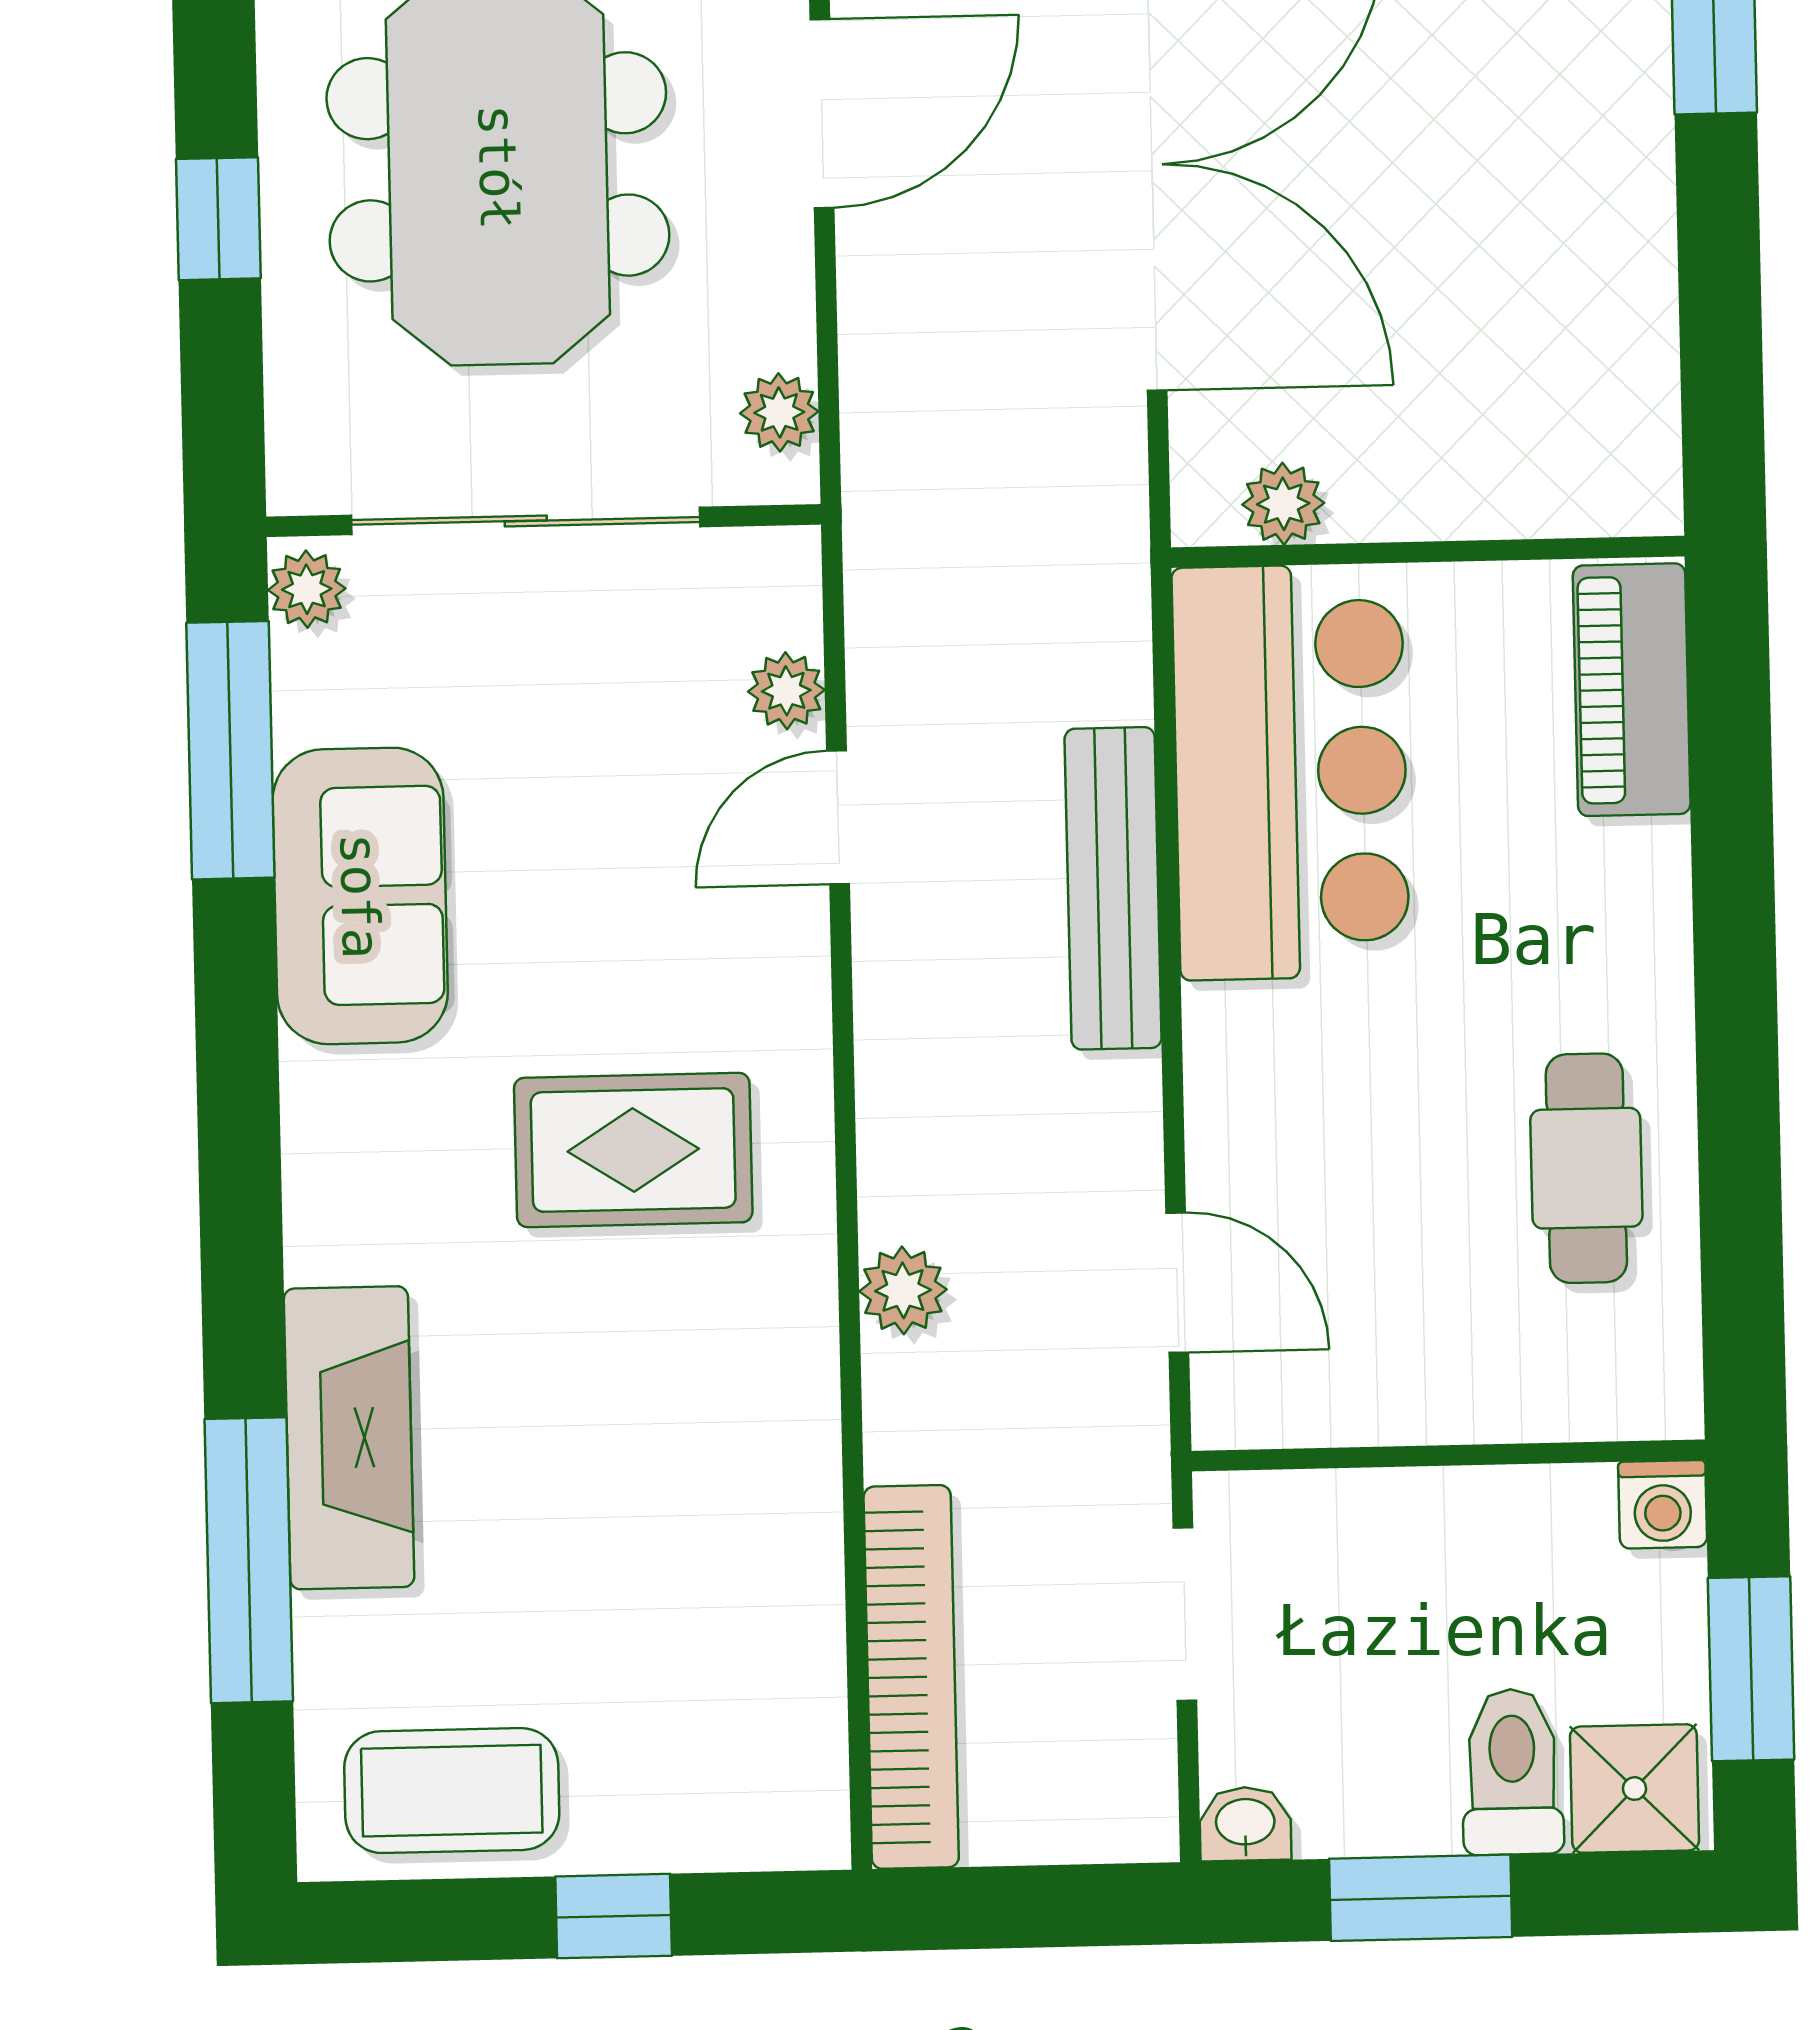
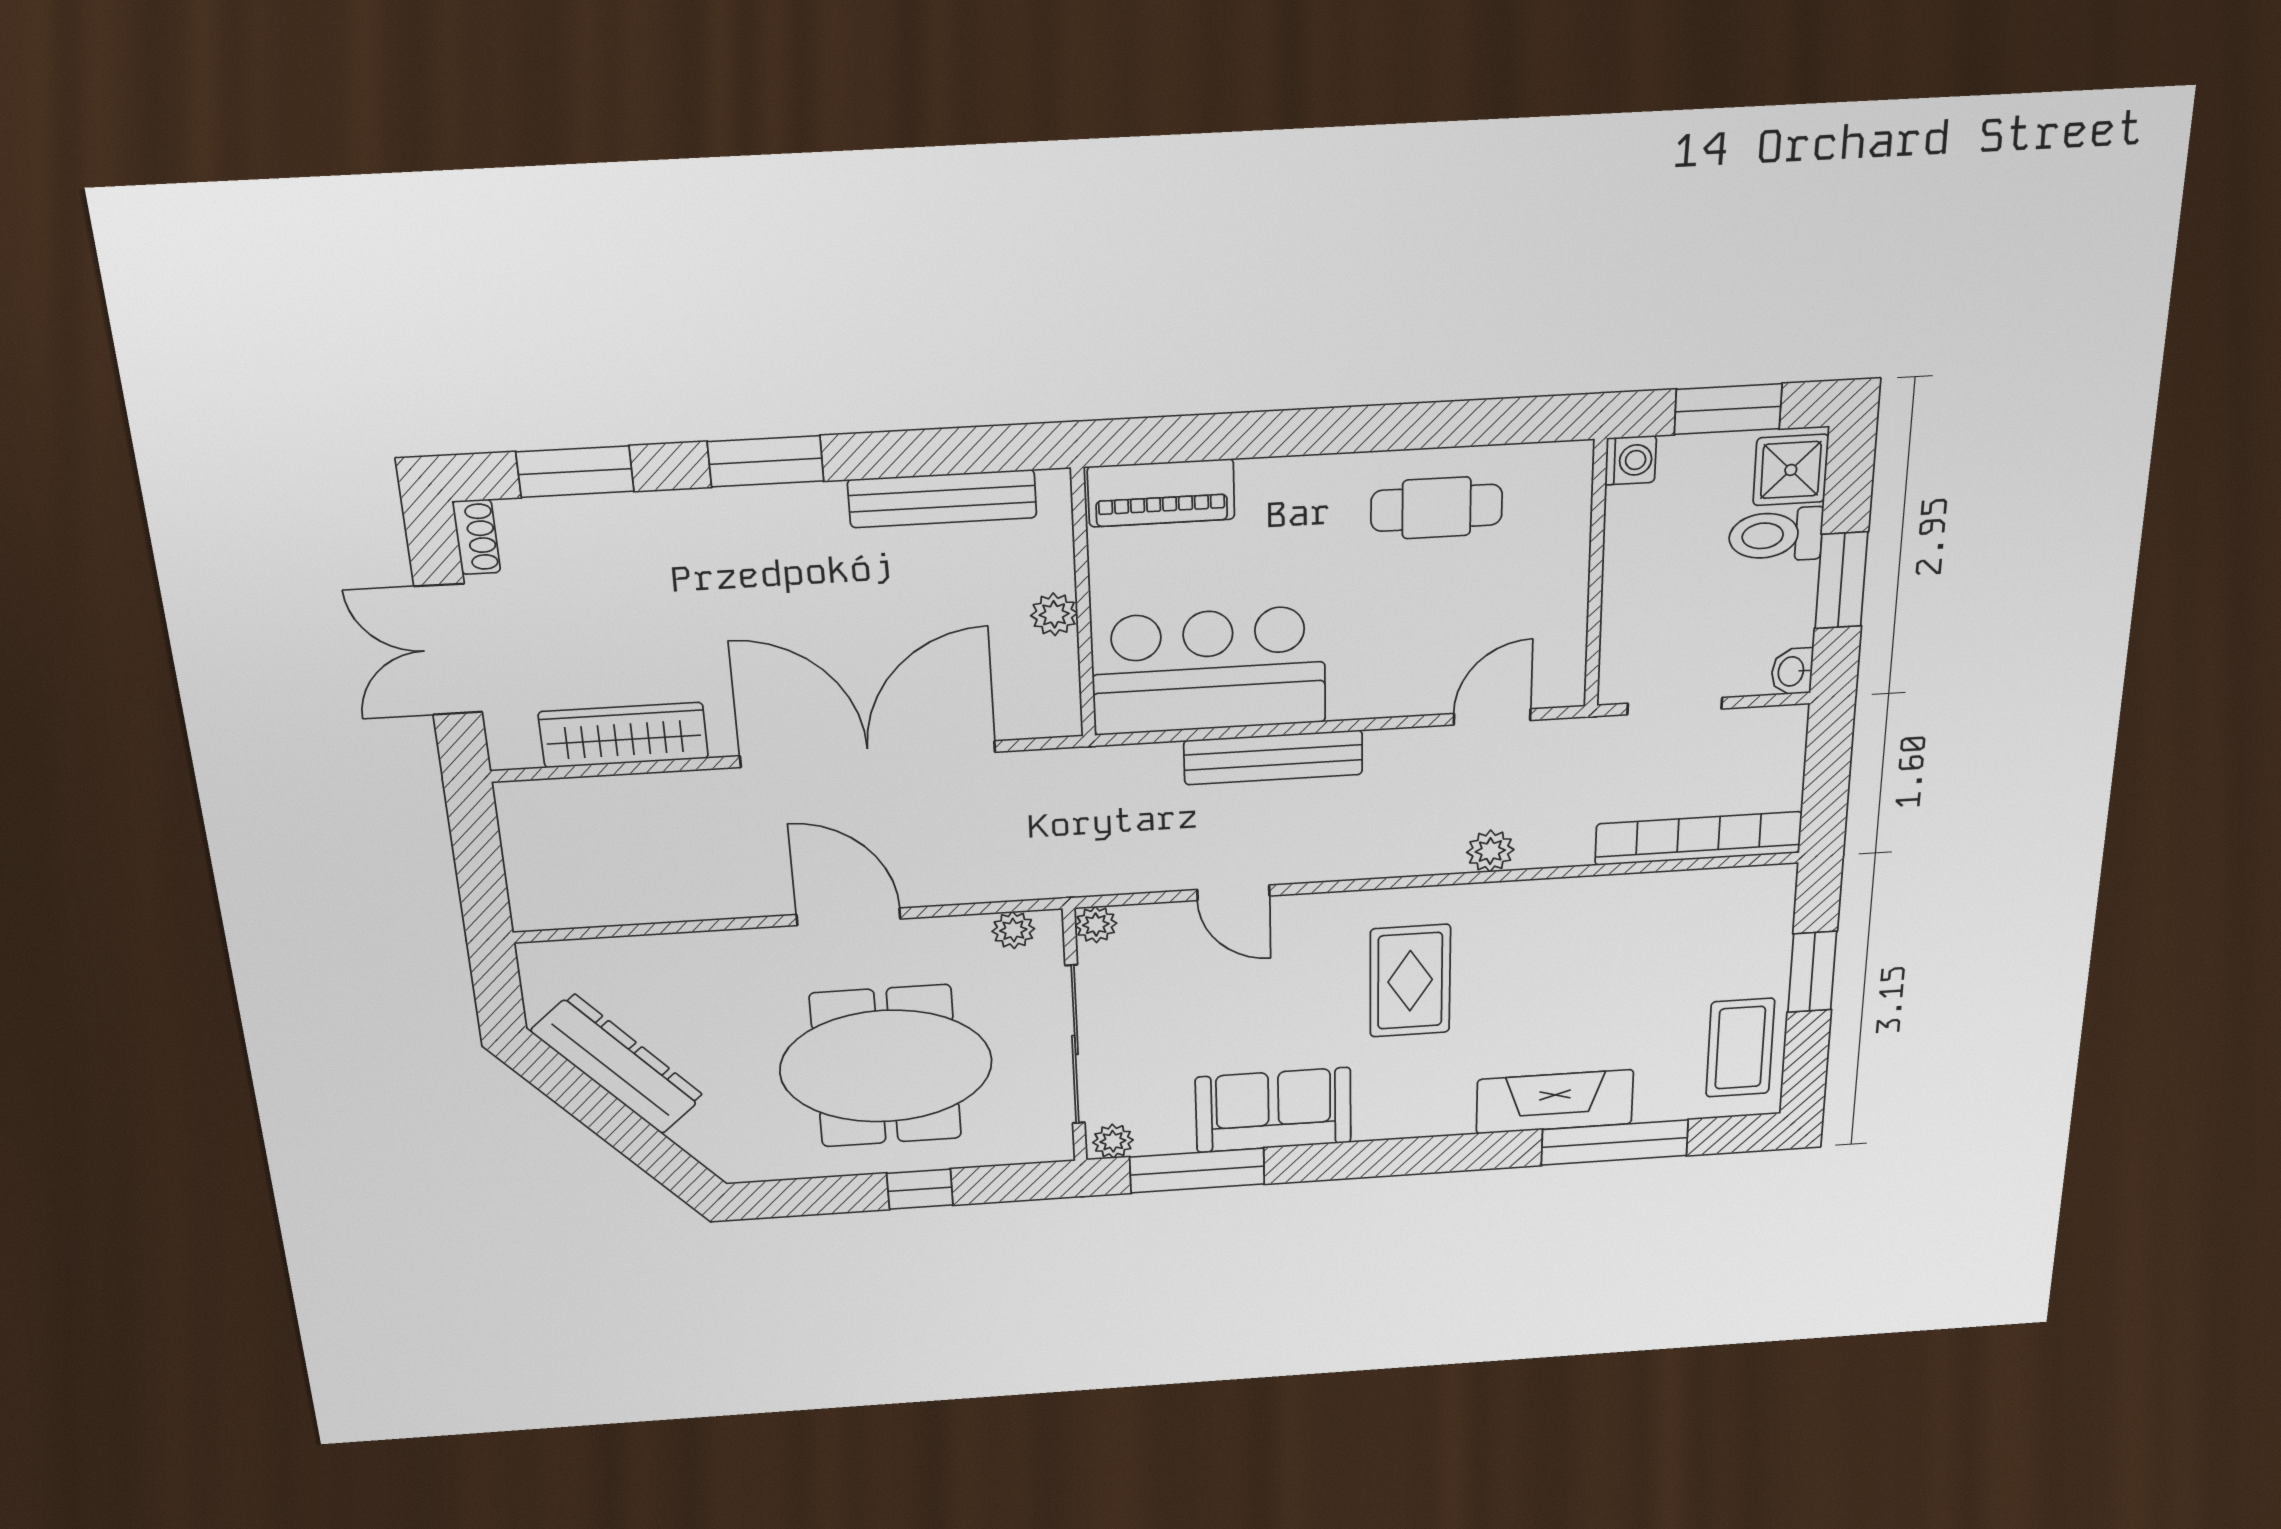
bench: (1635, 314) -> (942, 499), added
plant: (1283, 504) -> (1054, 614), moved
plant: (786, 691) -> (1096, 925), moved
window: (614, 1916) -> (1812, 972), width x1.50

